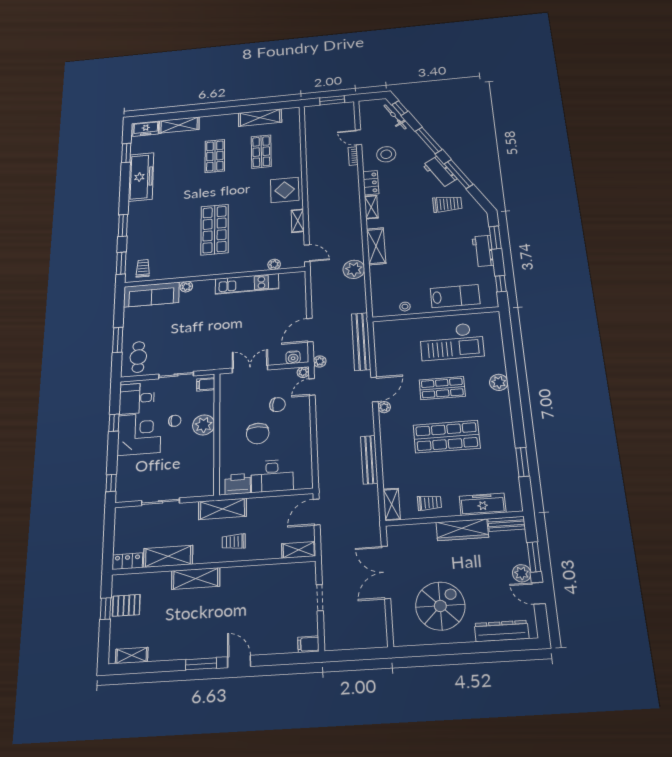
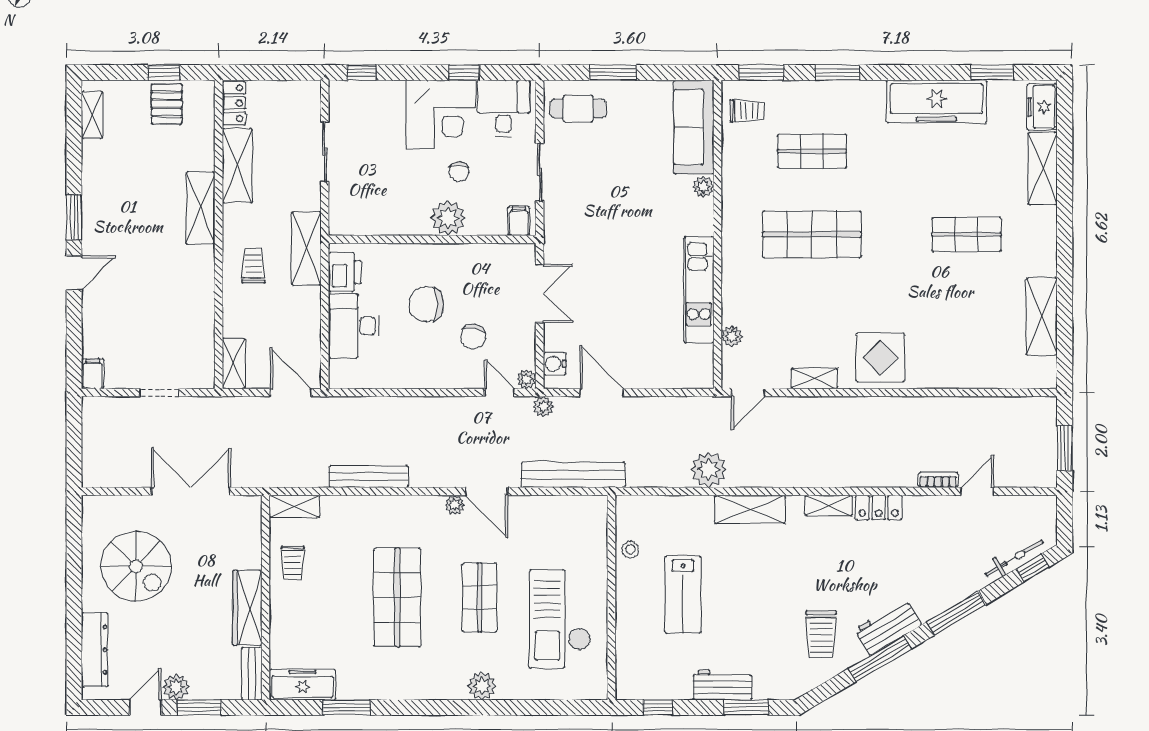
shop shelf: (261, 152) -> (812, 151), moved
stool: (386, 154) -> (935, 538), removed
lab bench: (455, 296) -> (683, 595), moved
freezer: (483, 504) -> (302, 685), moved, turned -90

